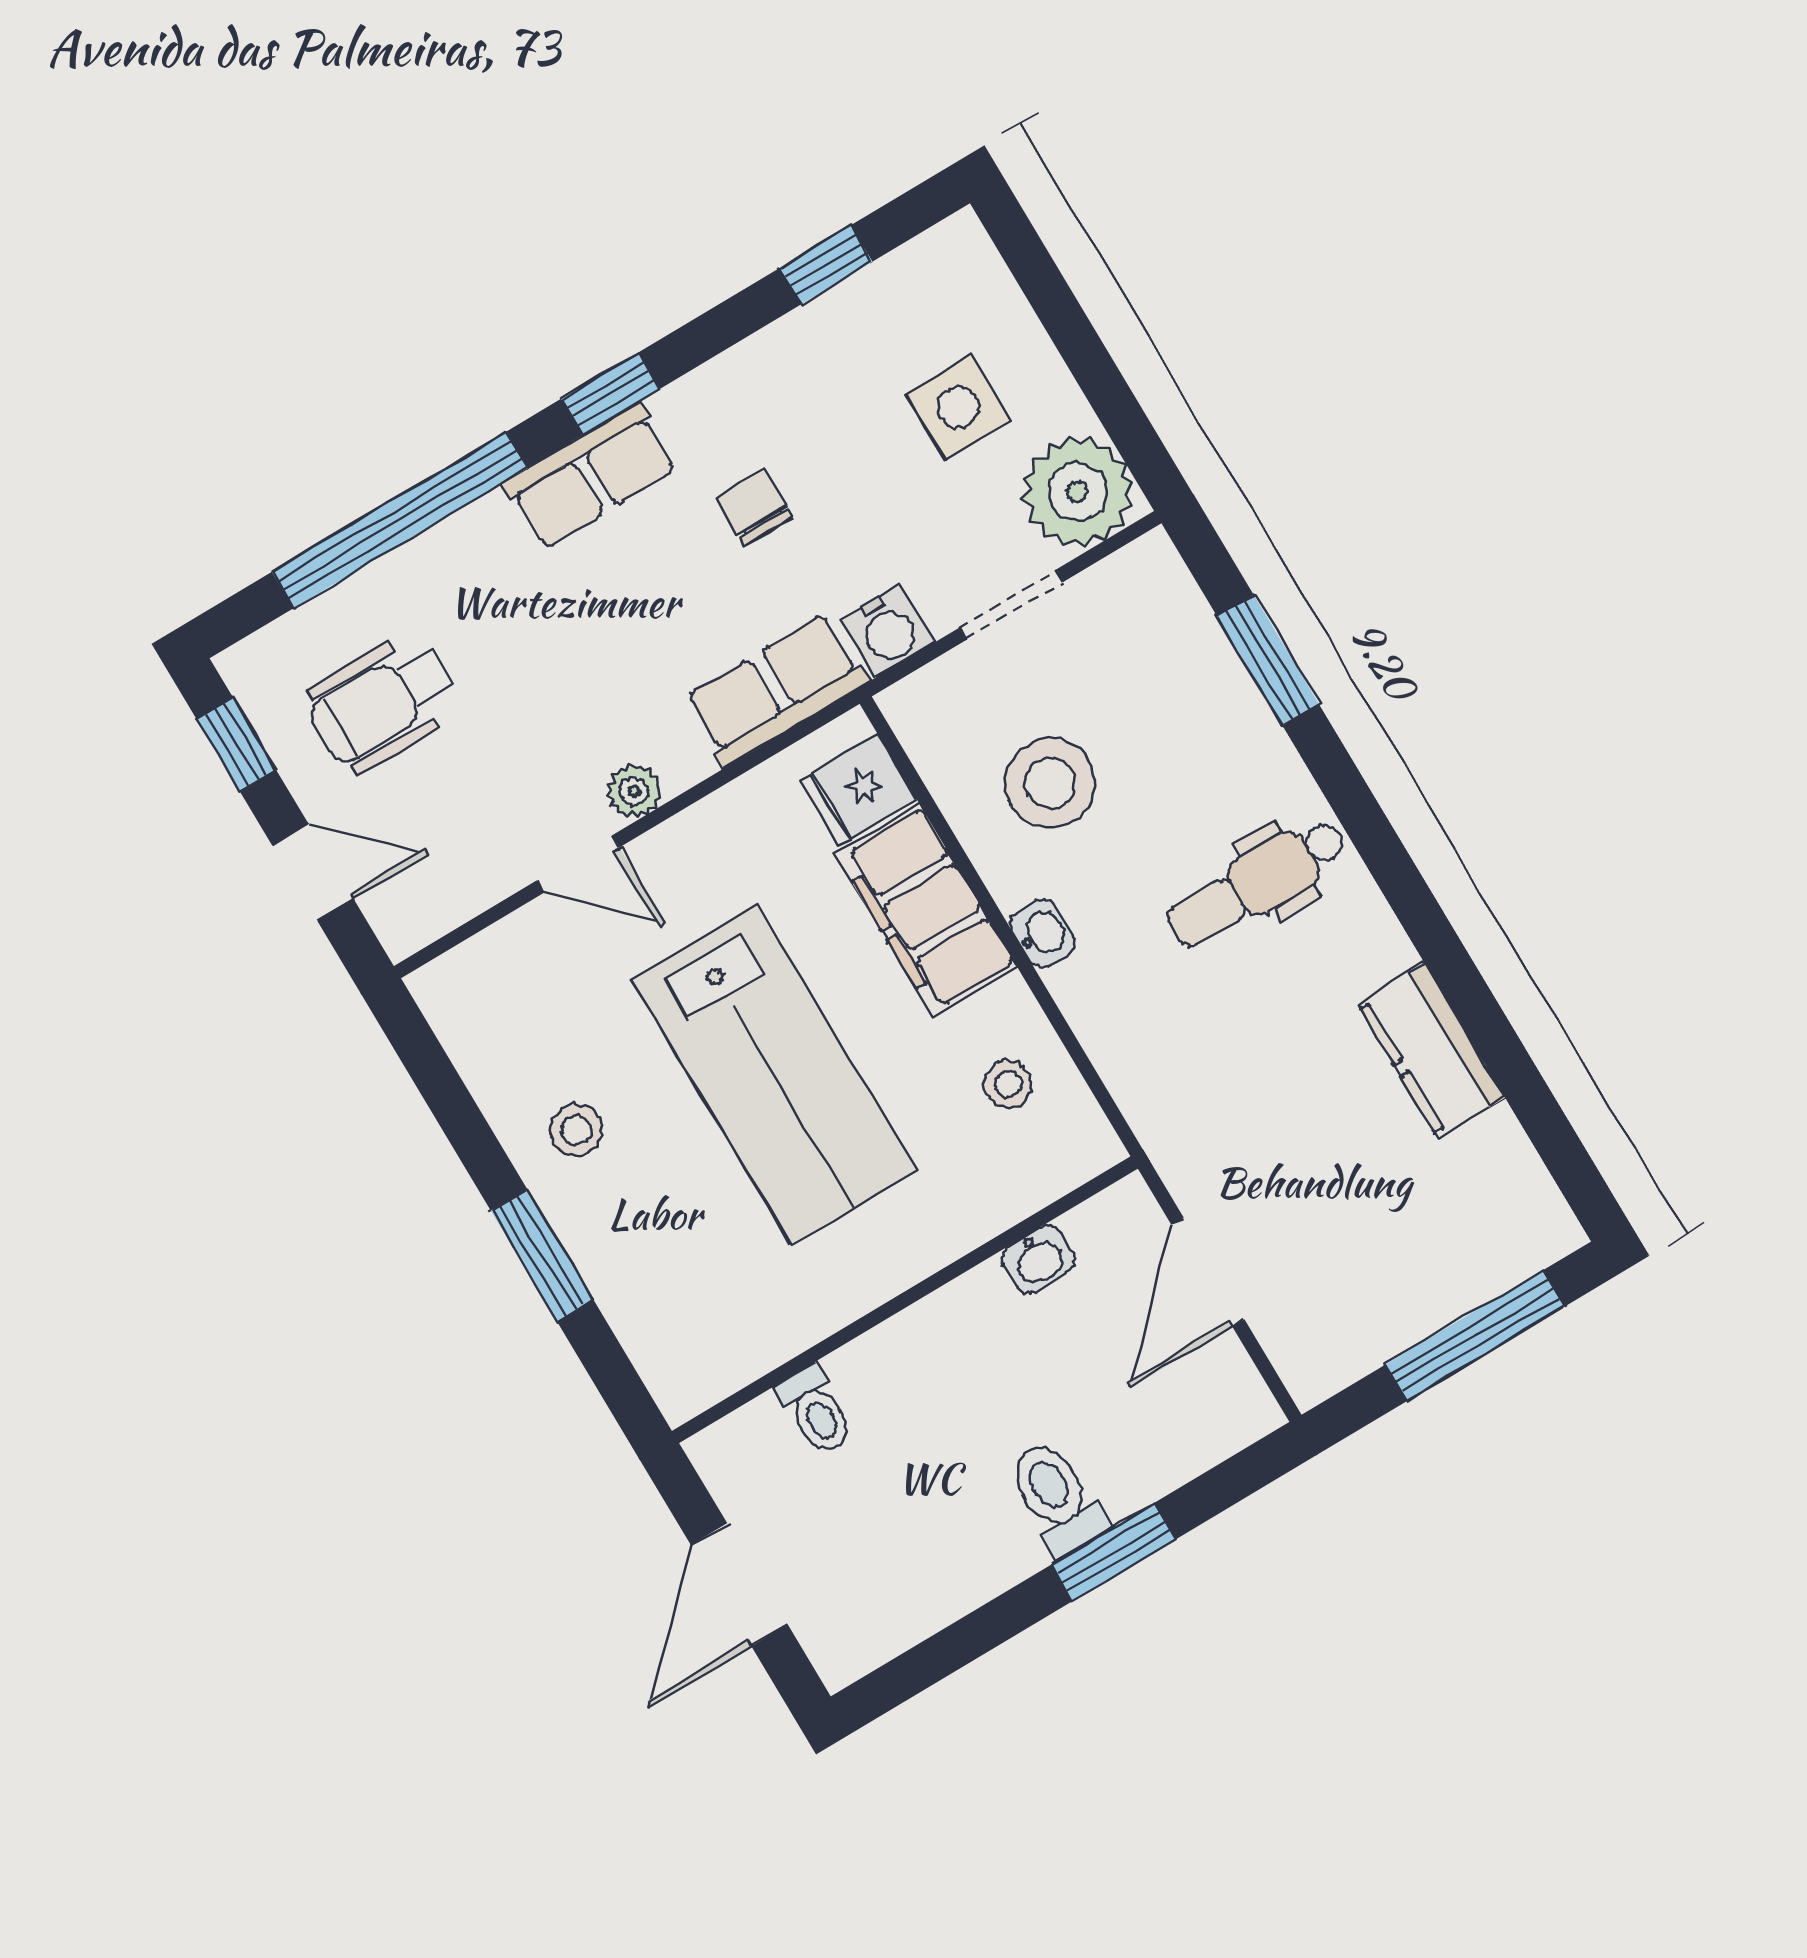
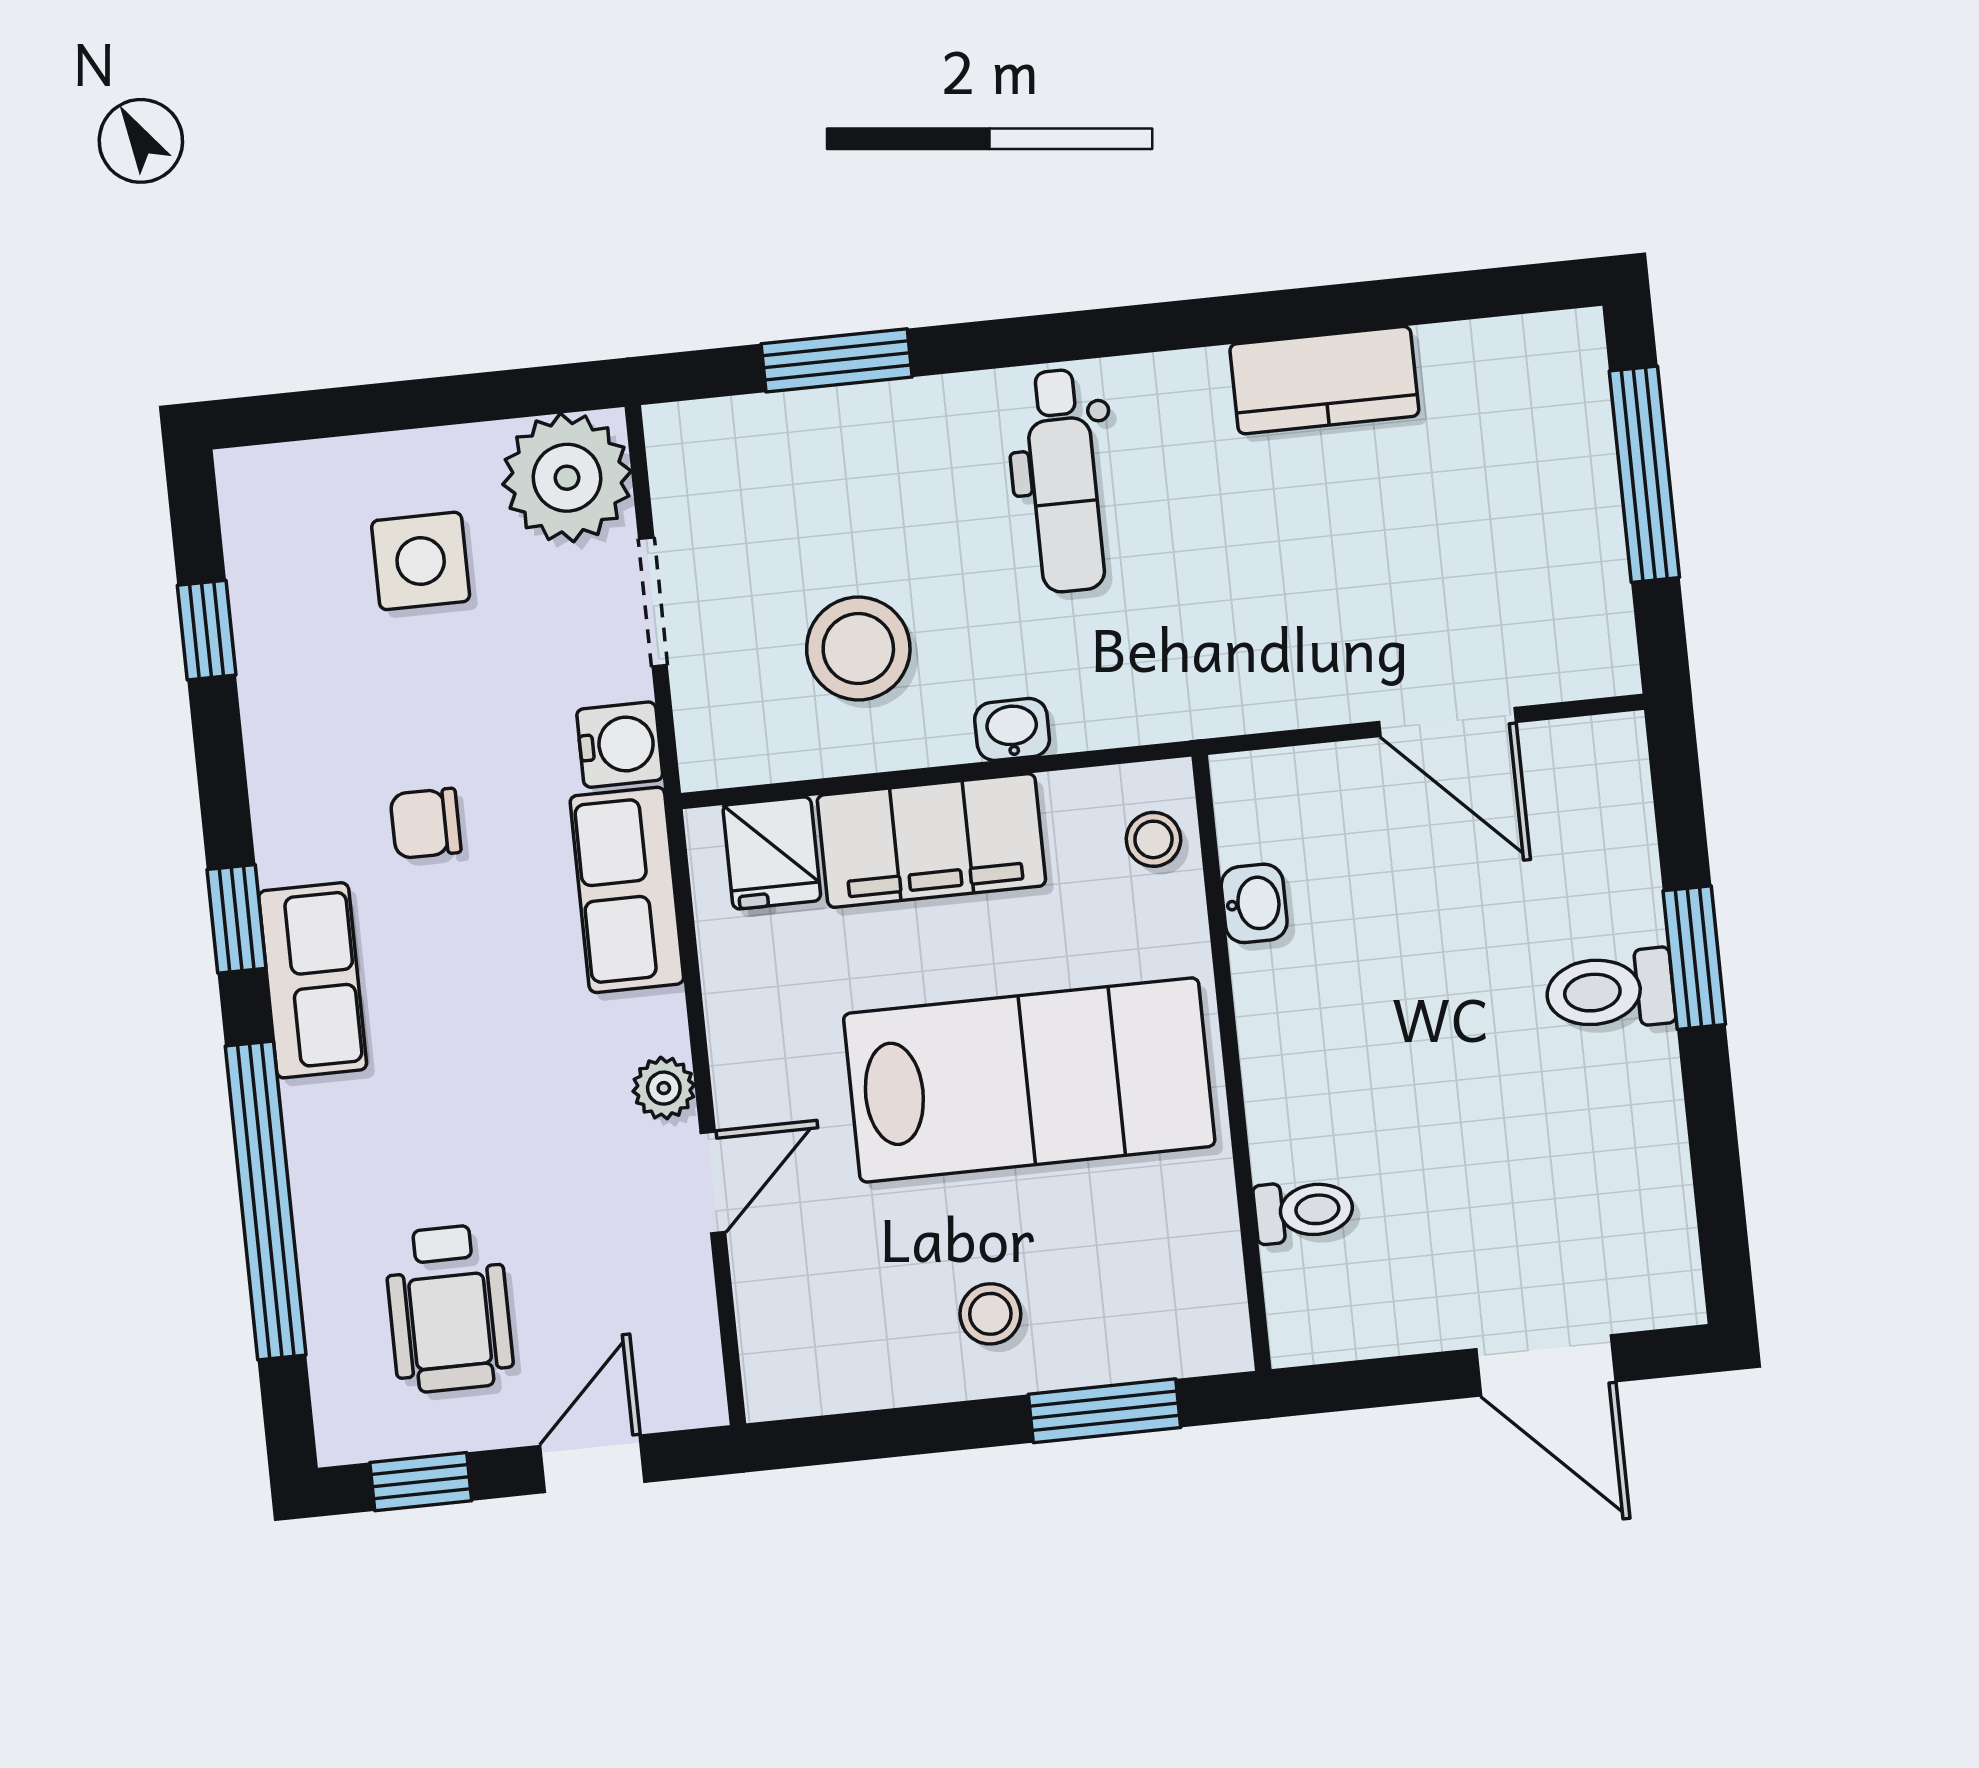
washbasin: (1038, 1259) -> (1254, 903), moved
wall: (905, 1300) -> (1231, 1063), moved
toilet: (815, 1411) -> (1304, 1211), moved

